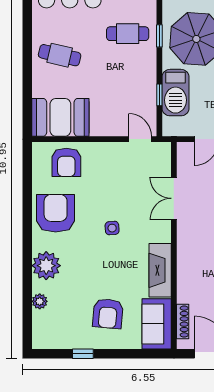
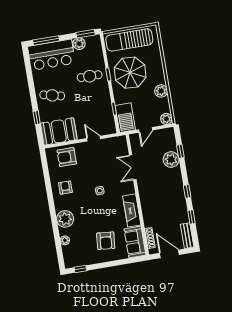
window: (27, 88) -> (37, 118), added
barbecue: (176, 93) -> (125, 118), moved
door: (140, 139) -> (94, 139), moved
armchair: (66, 162) -> (67, 157), turned 90
armchair: (56, 213) -> (65, 188), width x0.53, depth x0.53
window: (83, 354) -> (80, 269), moved

